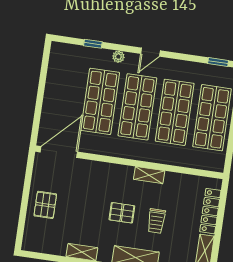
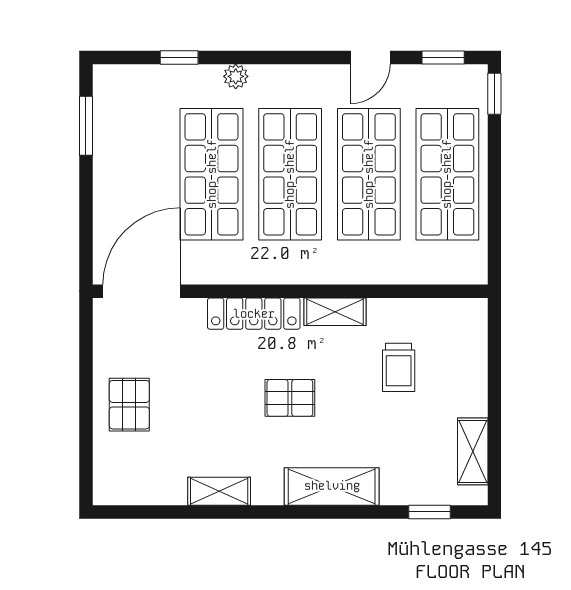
door: (150, 52) -> (370, 57), moved
window: (44, 70) -> (86, 126), added
locker: (210, 211) -> (254, 314), moved, turned -90
trolley: (156, 221) -> (399, 367), moved

